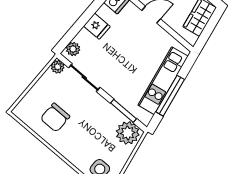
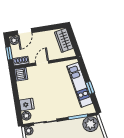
fridge: (97, 26) -> (27, 105), moved
window: (170, 96) -> (90, 88), width x0.46

